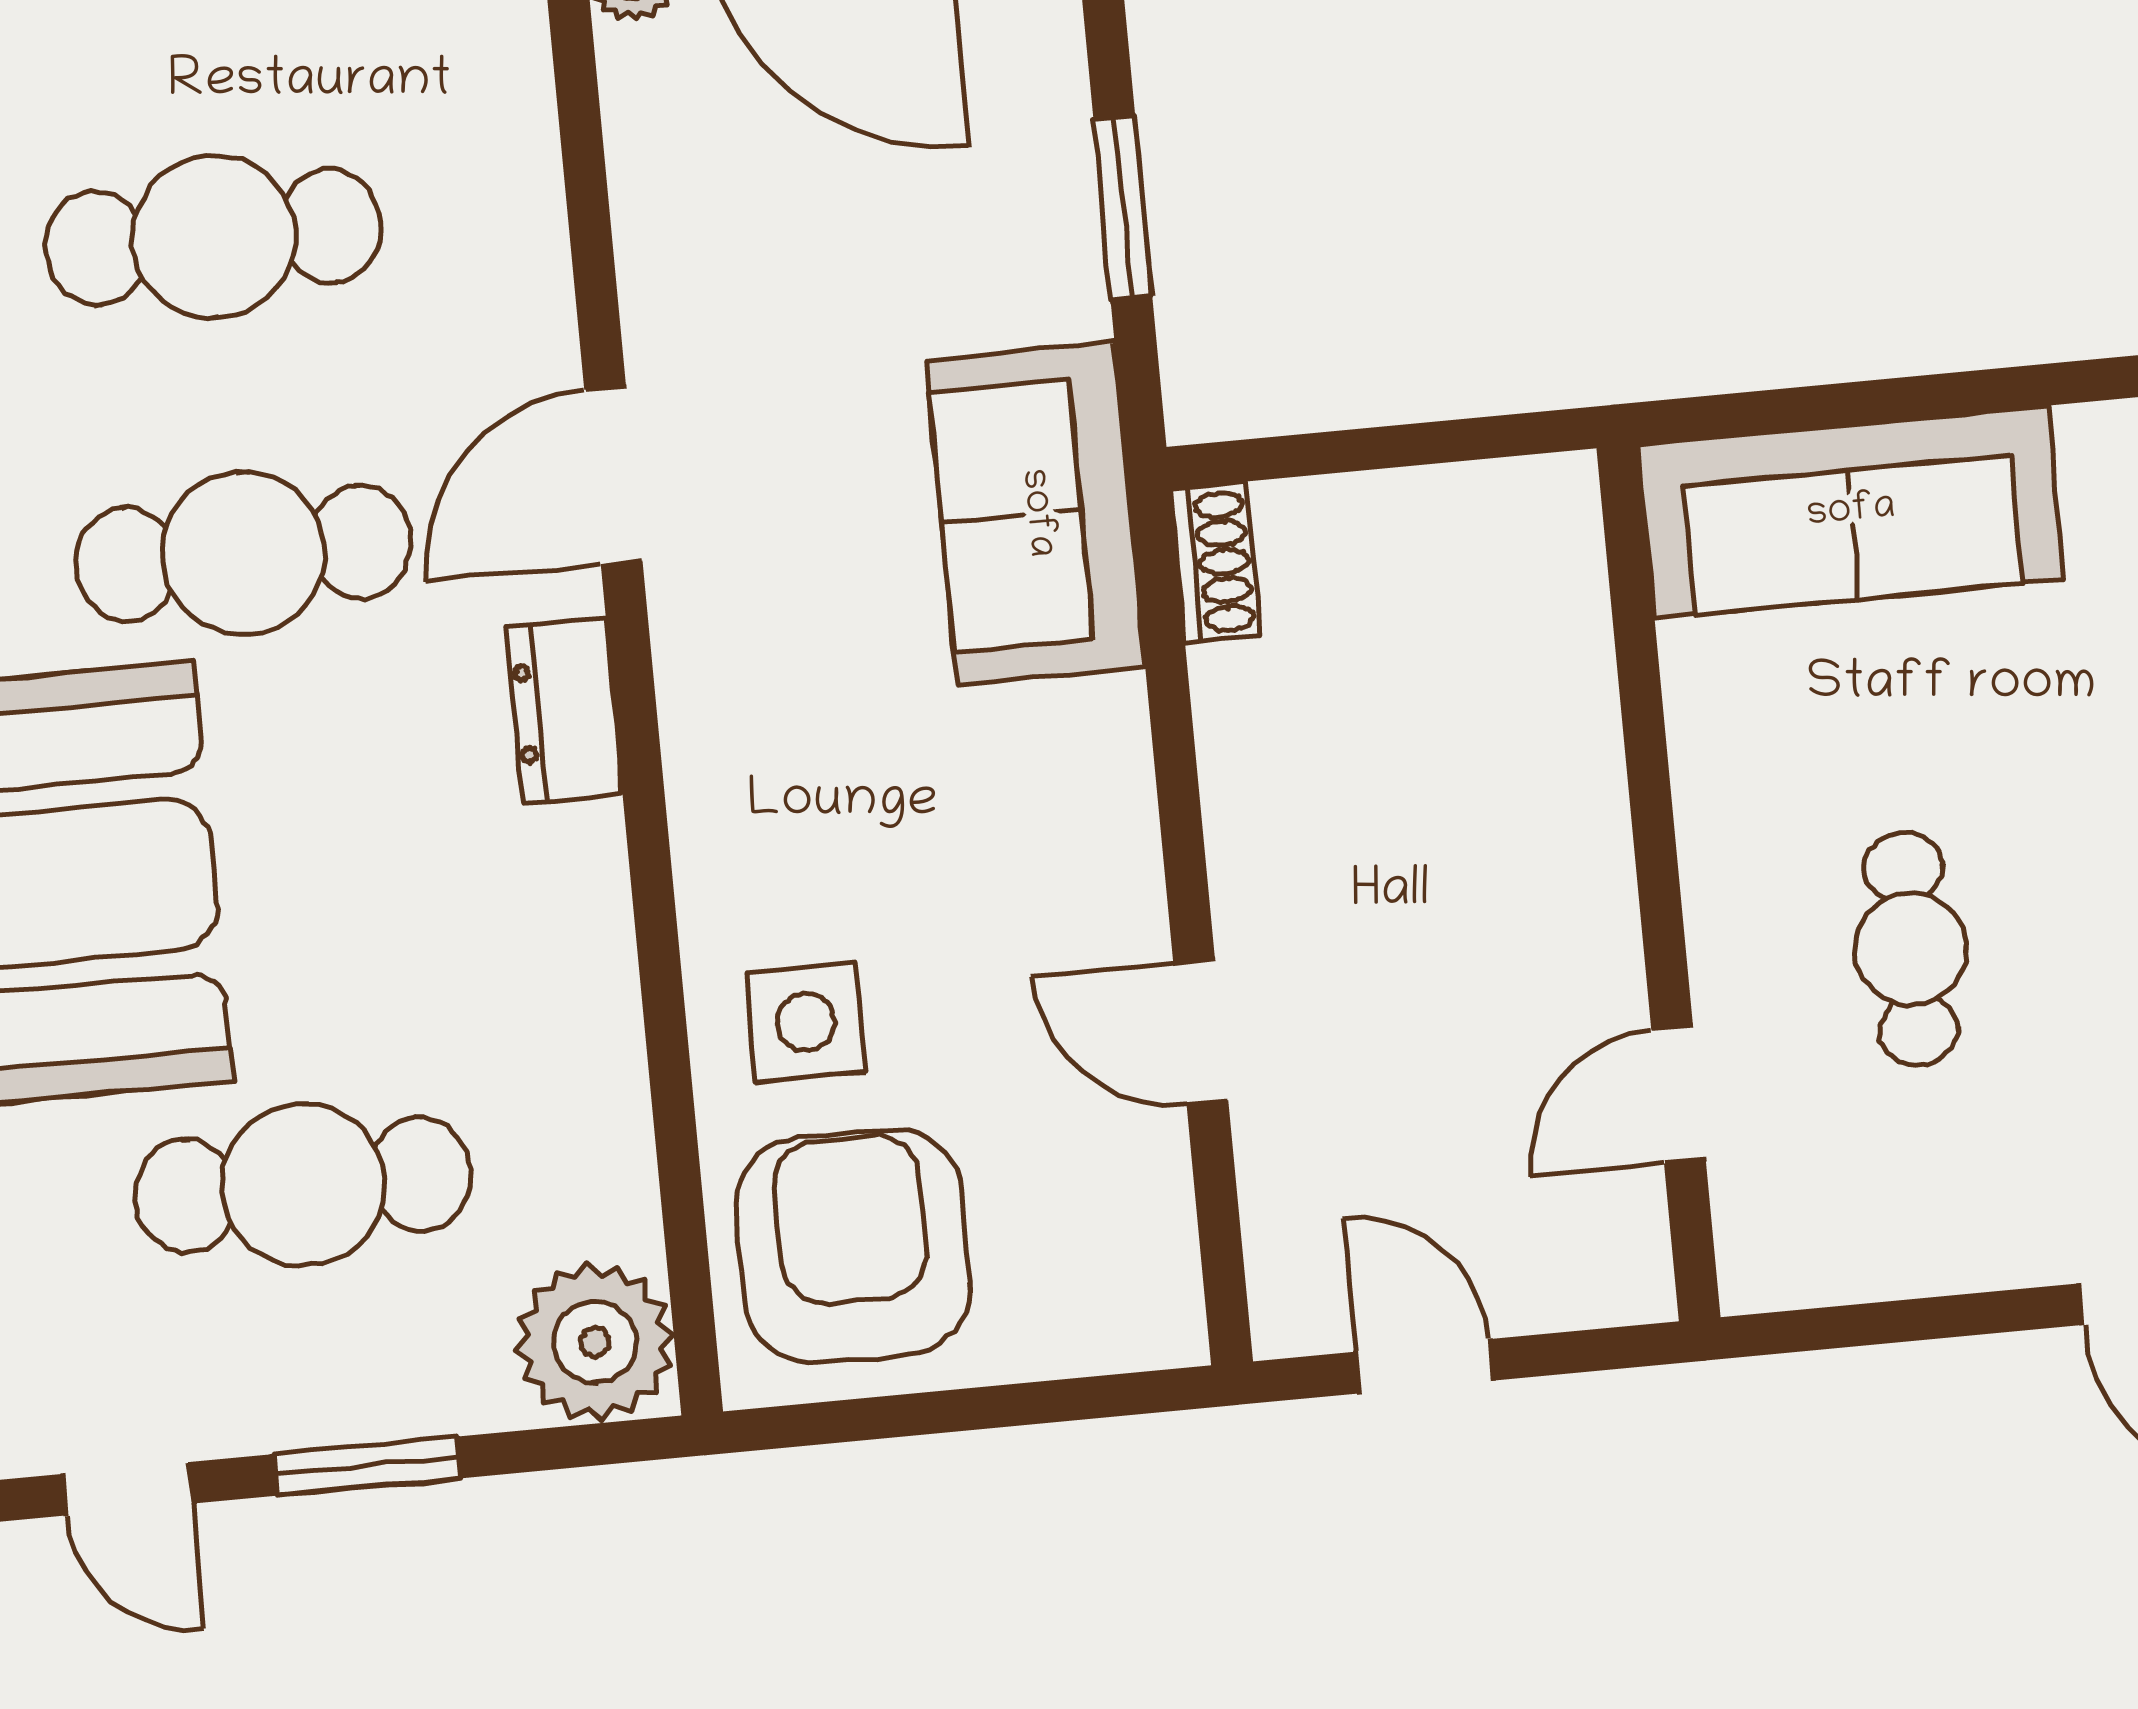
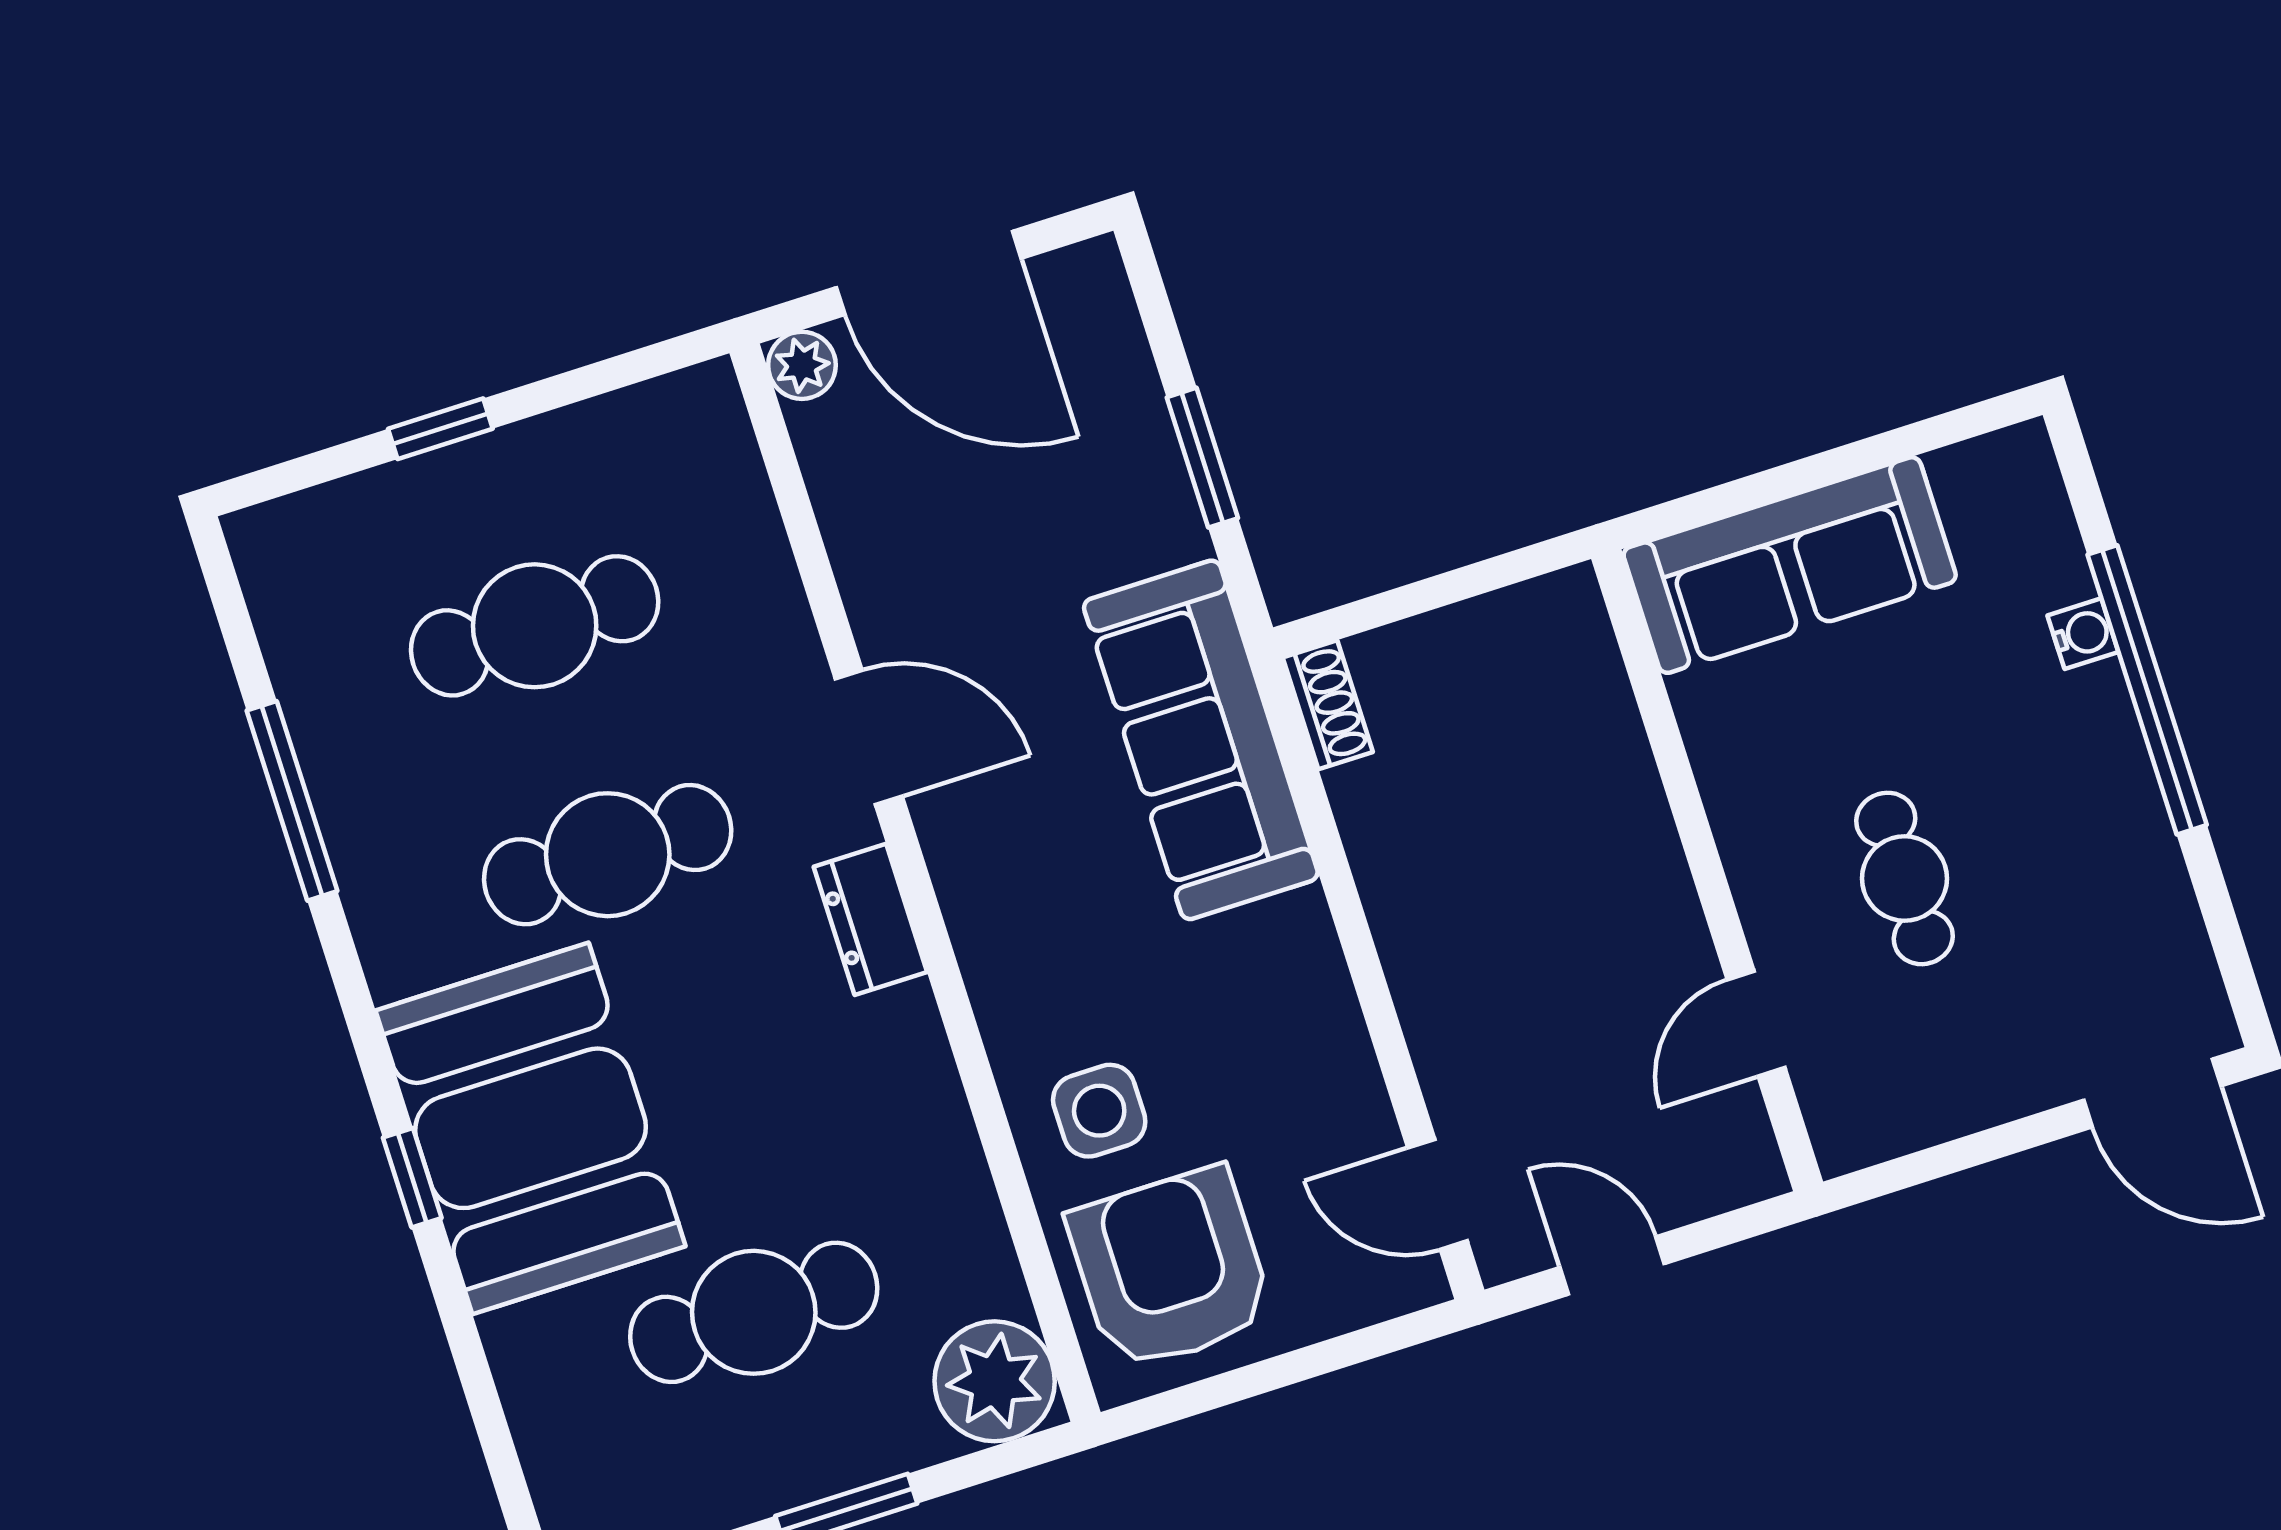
door: (613, 475) -> (869, 737), swing flipped
sofa: (1036, 513) -> (1201, 740), width x1.36
door: (1201, 1032) -> (1438, 1194), moved

